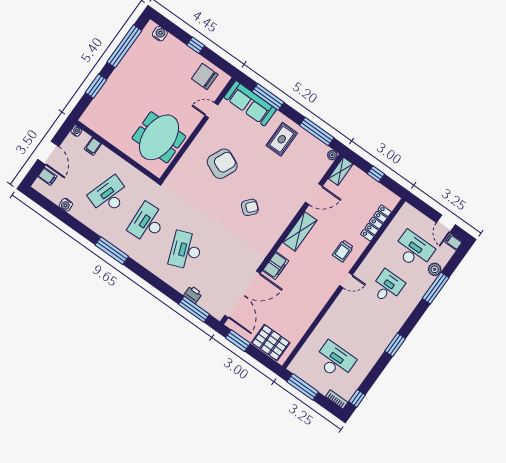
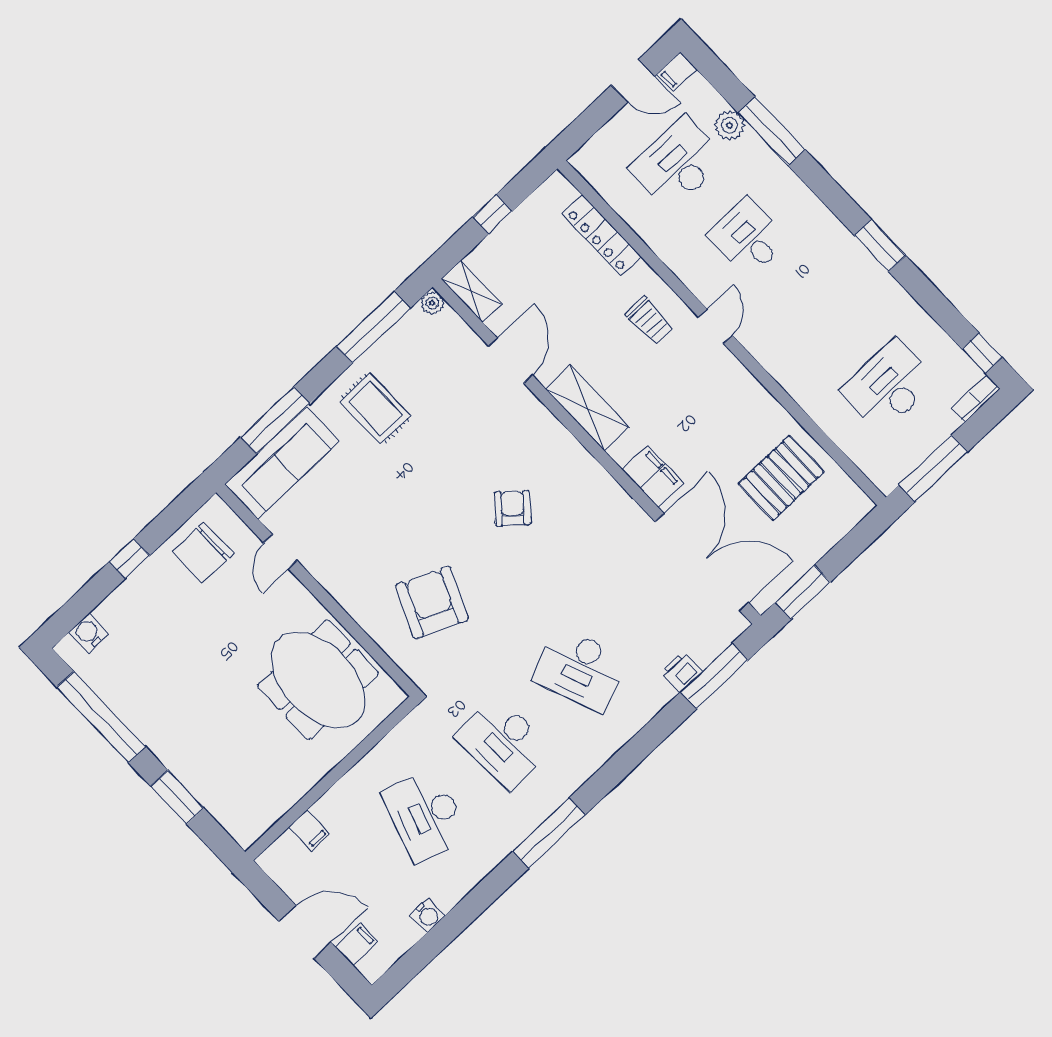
water cooler: (76, 131) -> (269, 860), removed
armchair: (222, 164) -> (432, 602), moved
pallet: (271, 343) -> (781, 478), moved

